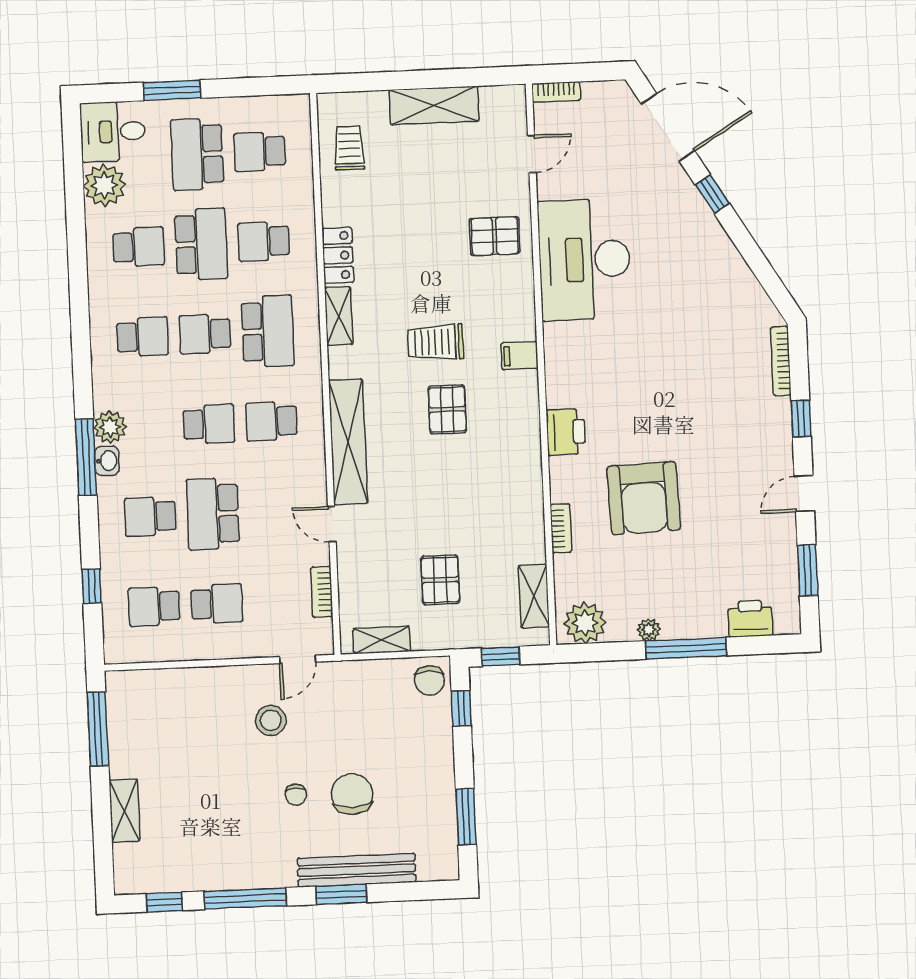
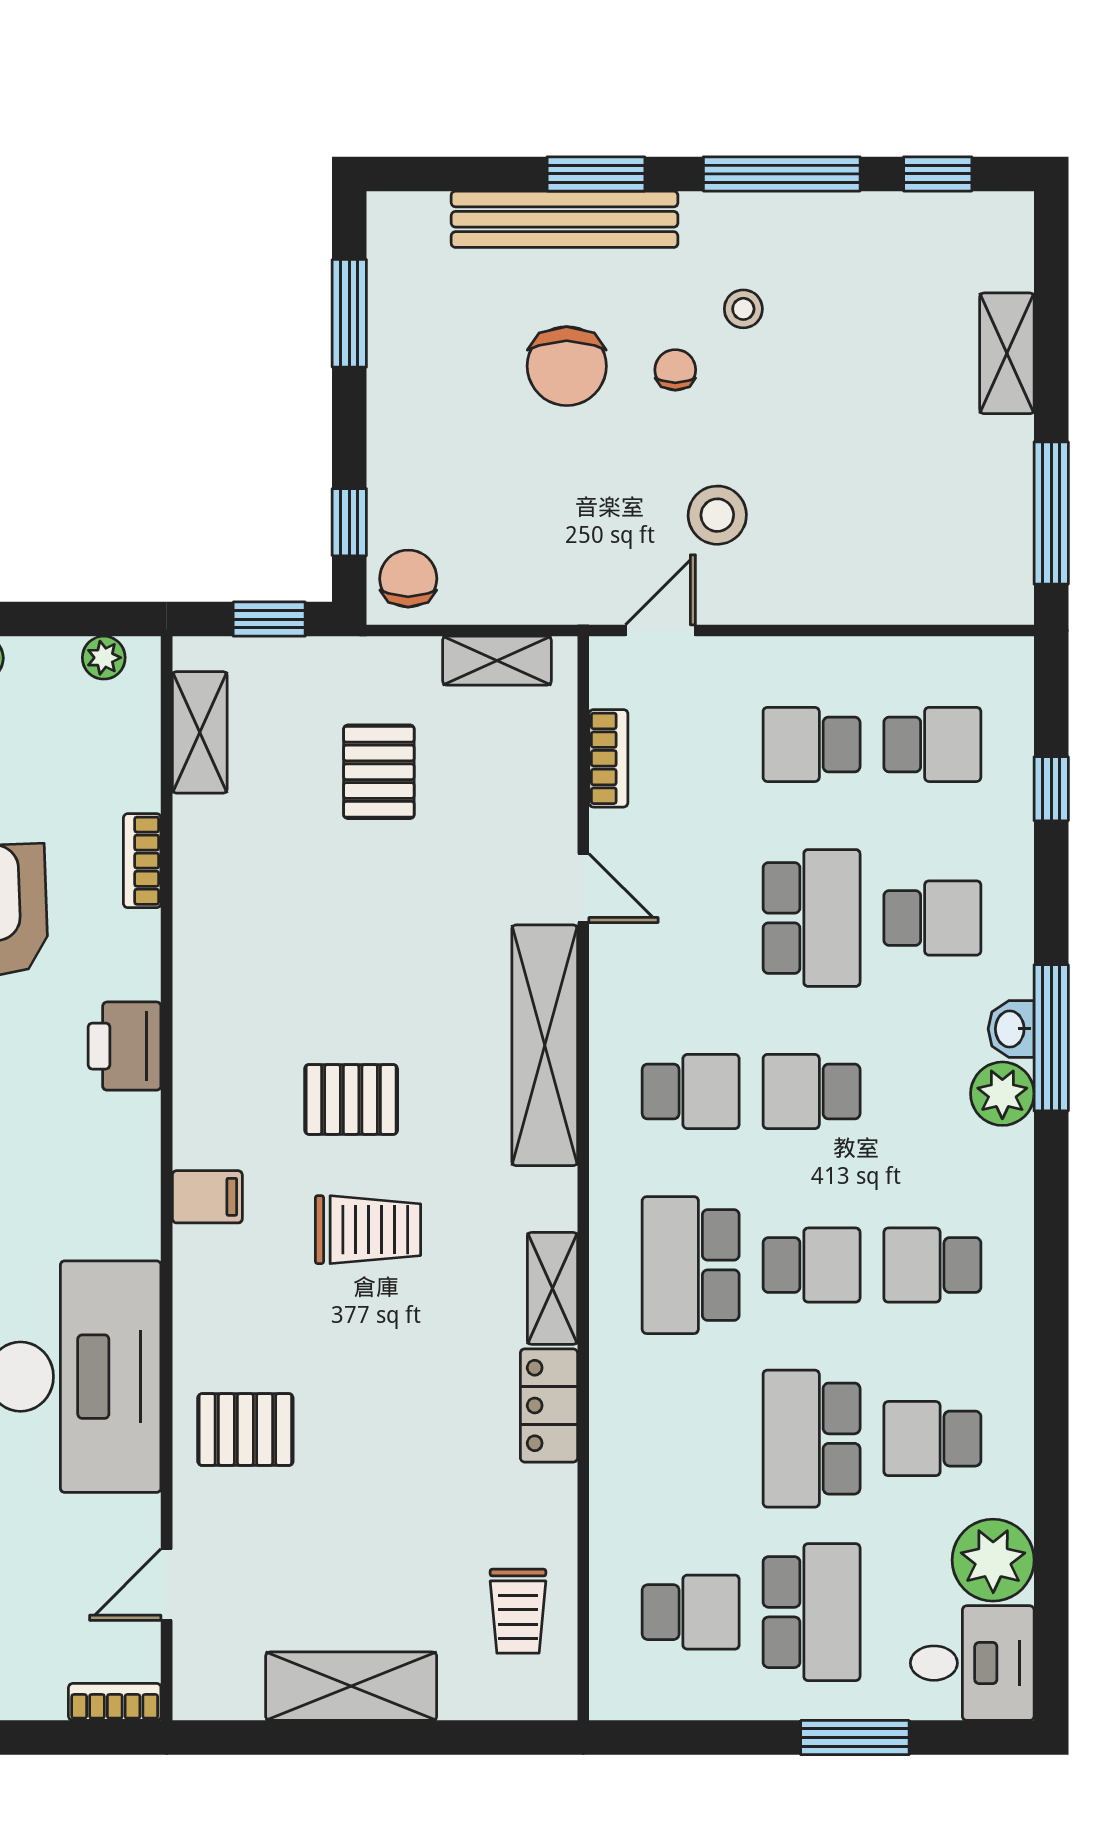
school desk: (264, 241) -> (691, 1439), removed
pallet: (447, 409) -> (351, 1099), turned 90
plant: (585, 623) -> (104, 658), width x0.53, depth x0.53
stool: (262, 828) -> (743, 309), added

